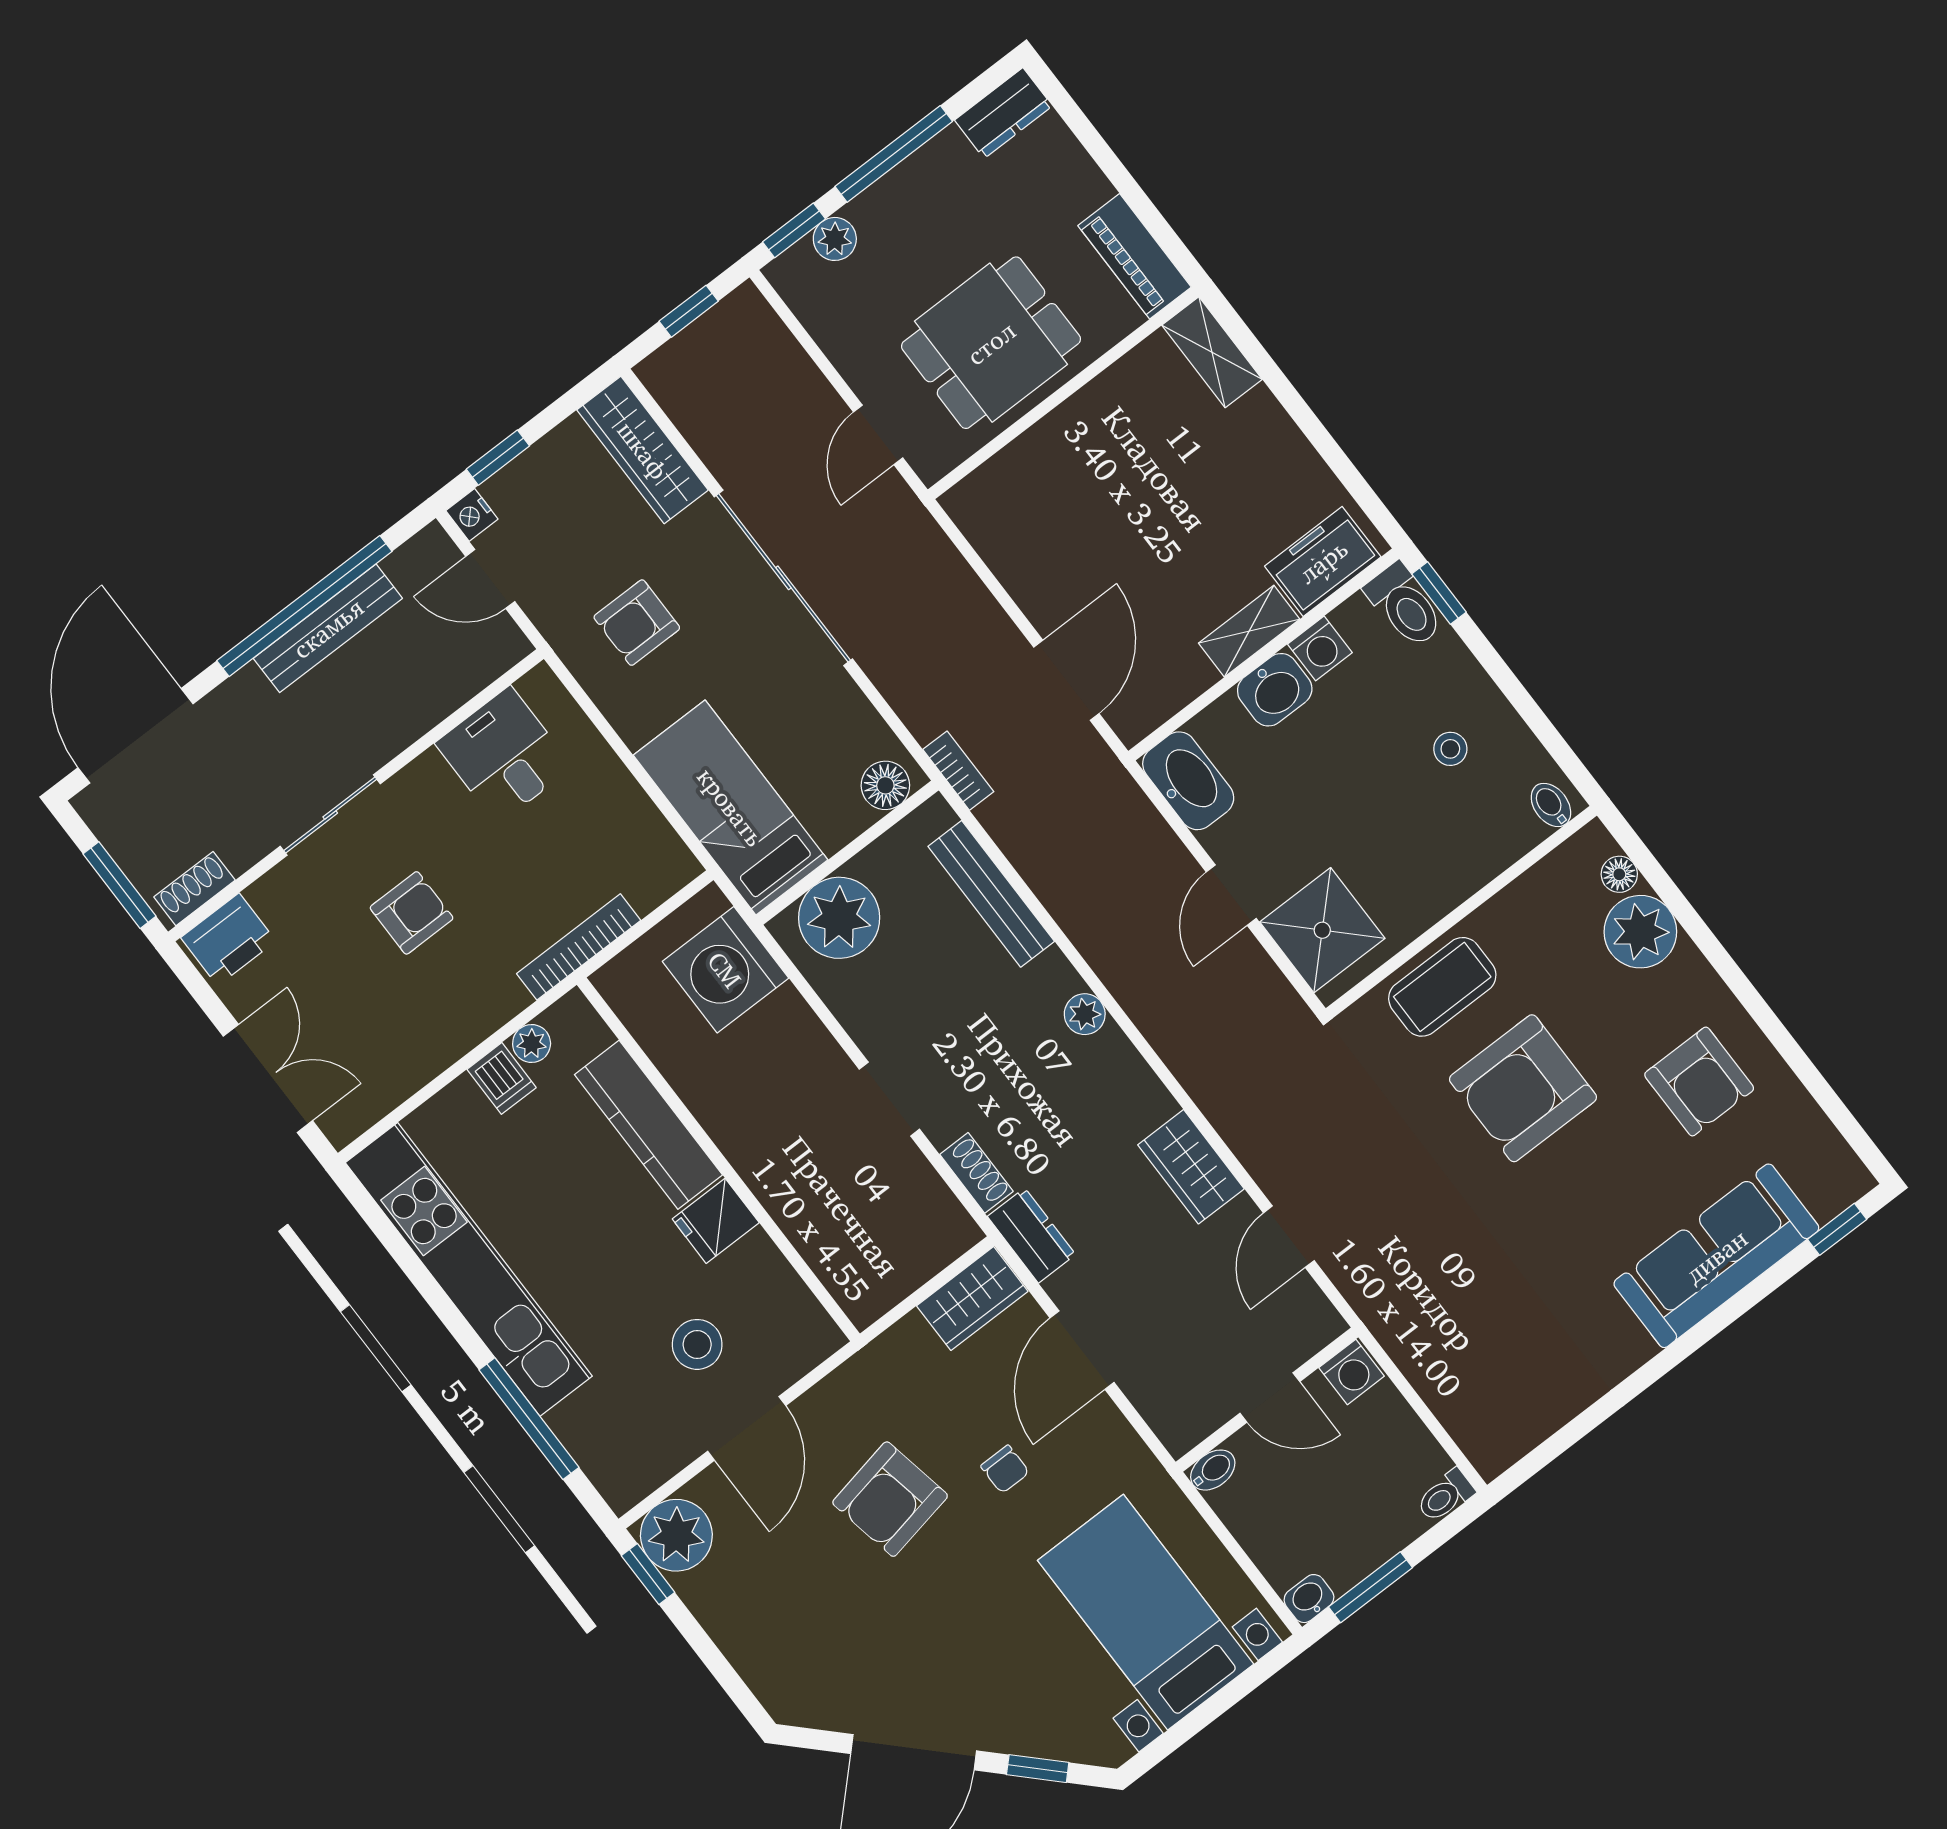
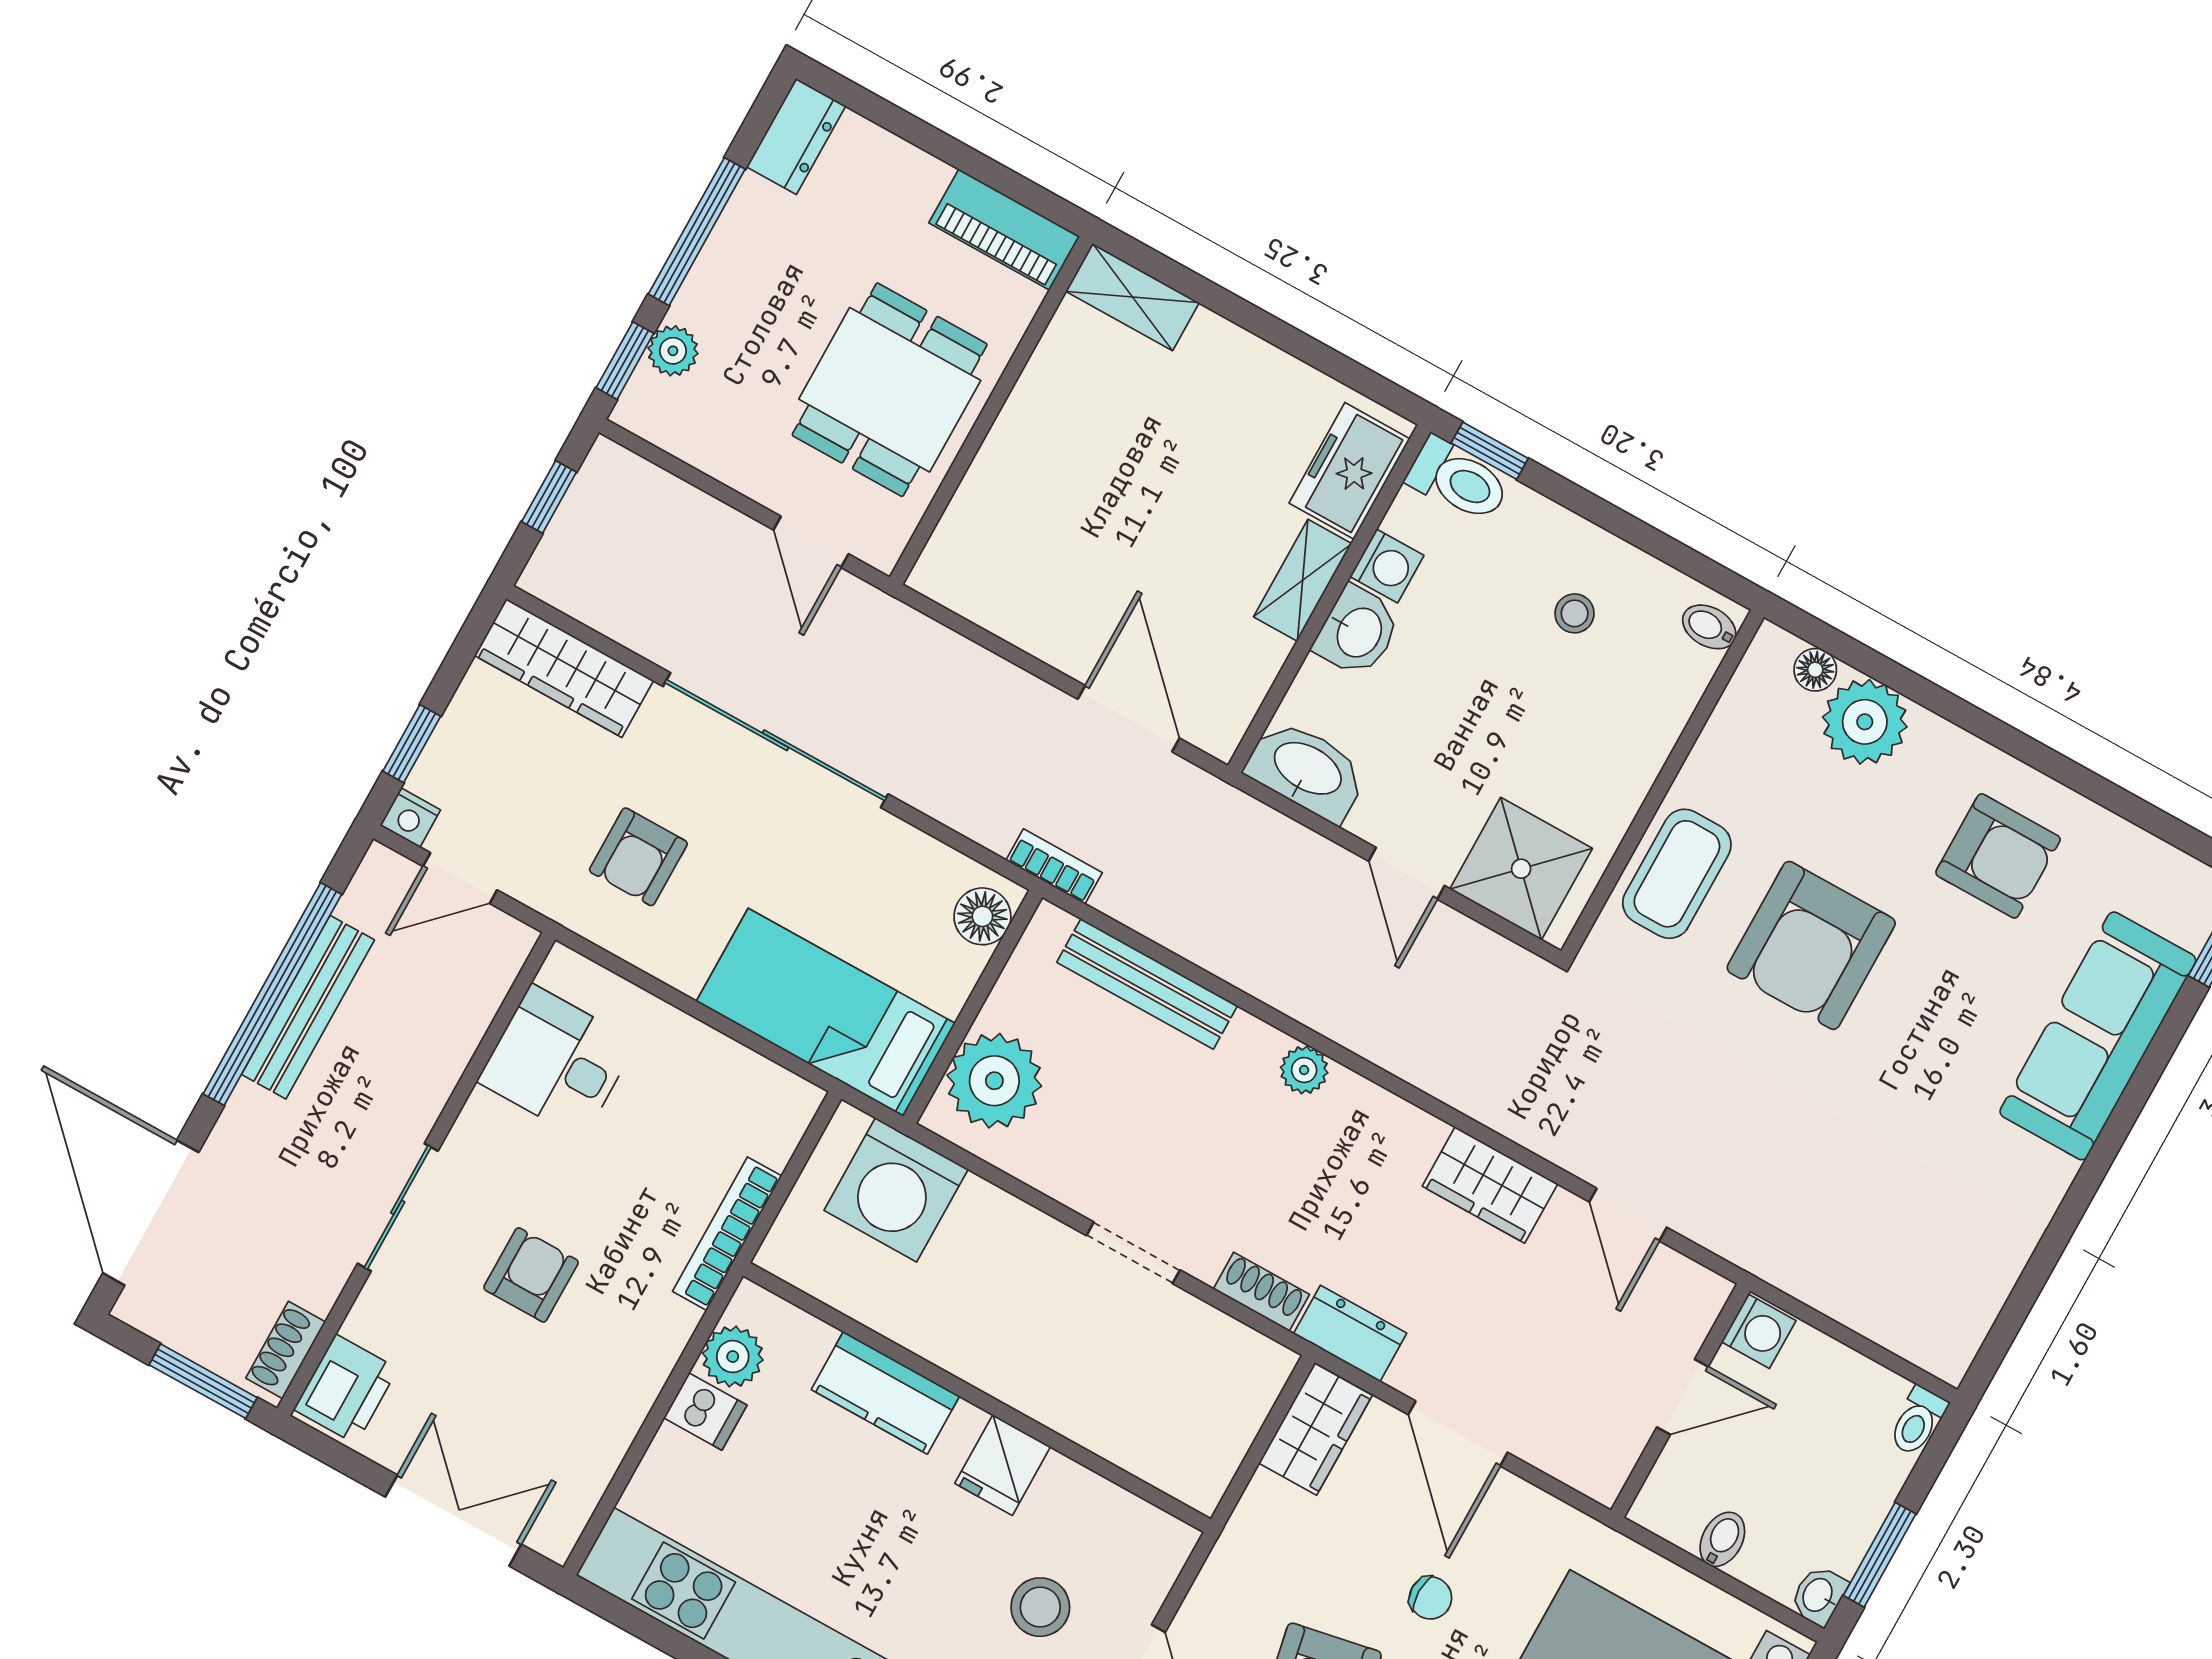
plant: (532, 1044) -> (733, 1357), width x1.38, depth x1.38
kitchen counter: (648, 1125) -> (885, 1393), width x0.67
bidet: (1213, 1470) -> (1722, 1539), moved

